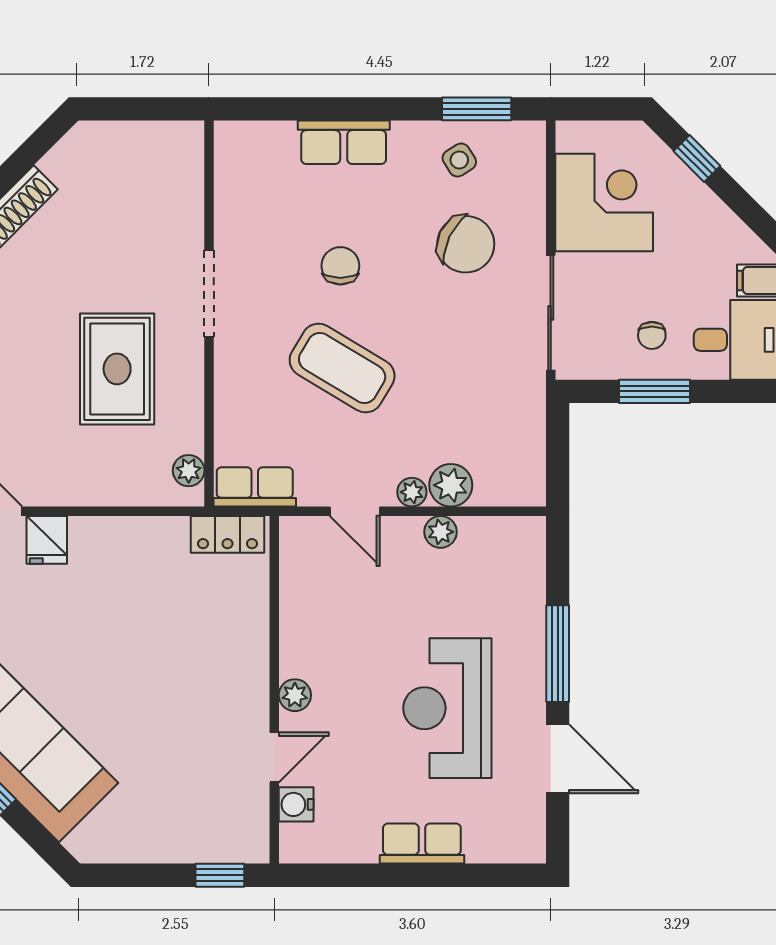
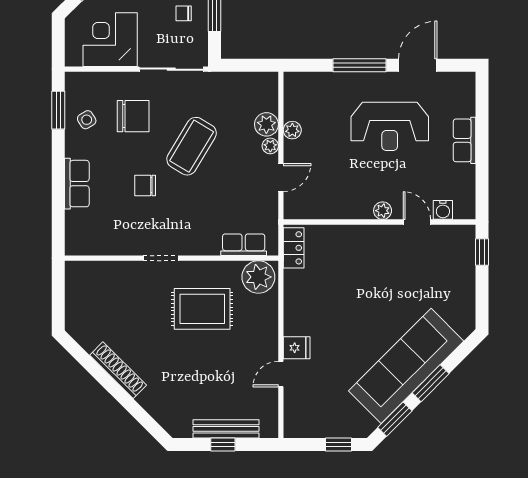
chair: (466, 244) -> (133, 116), turned 64
doorway: (209, 294) -> (161, 258), width x0.73
chair: (652, 335) -> (184, 13), turned 180
coffee table: (342, 368) -> (192, 146), moved
plant: (189, 471) -> (258, 277), width x1.87, depth x1.87
row of seats: (255, 487) -> (244, 245), moved, turned 90

